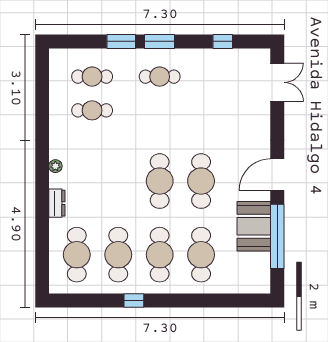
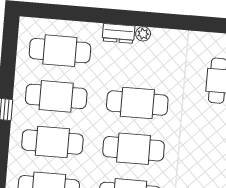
plant: (55, 166) -> (143, 34), moved
cafe table: (118, 181) -> (137, 103), added

